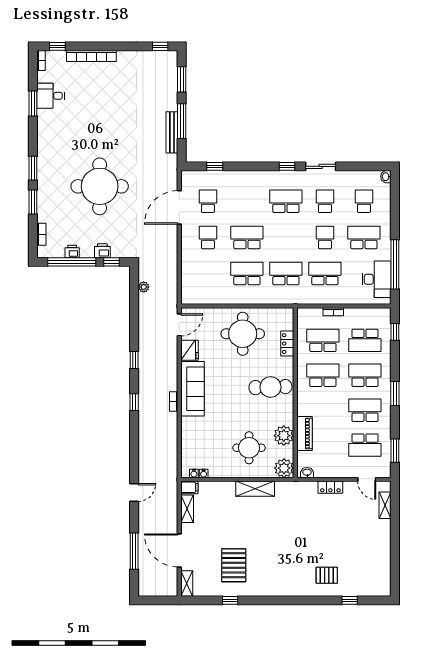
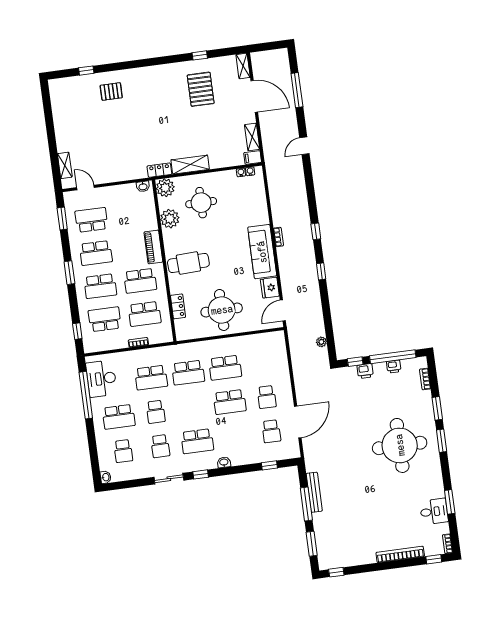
washbasin: (261, 176) -> (224, 462), added
round table: (100, 186) -> (400, 445), moved
piano: (304, 433) -> (153, 247), moved
locker: (330, 487) -> (159, 170), moved

